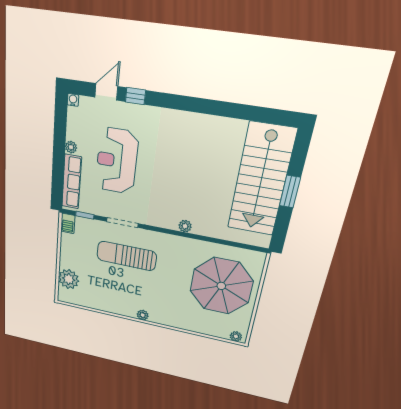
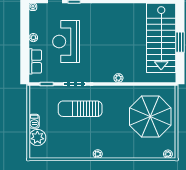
row of seats: (72, 182) -> (35, 61), width x0.68
barbecue: (68, 223) -> (34, 121), moved

